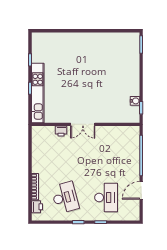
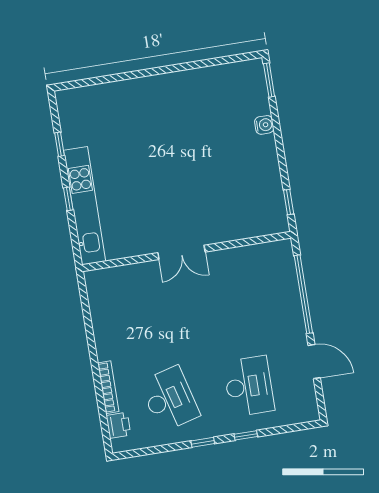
water cooler: (135, 101) -> (264, 125), moved
printer: (61, 131) -> (141, 272), removed
door: (141, 190) -> (314, 362), swing flipped

